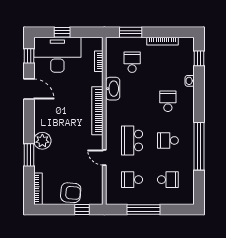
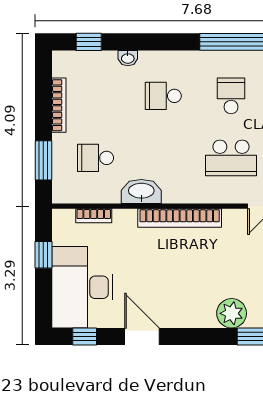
window: (62, 32) -> (43, 255), moved
door: (29, 89) -> (142, 336), hinge flipped
school desk: (168, 140) -> (231, 96), turned 180

